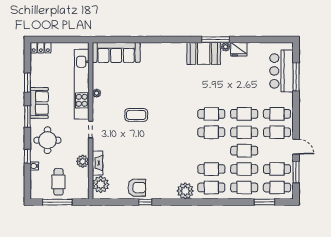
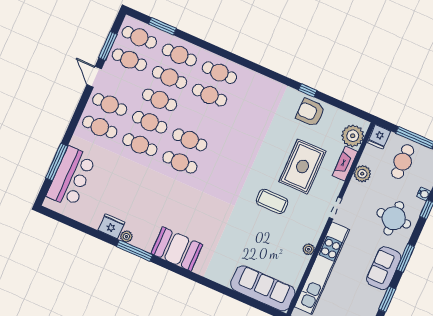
booth: (204, 53) -> (177, 249), moved
rug: (126, 148) -> (303, 166), added
plant: (185, 191) -> (253, 82), removed
fridge: (82, 192) -> (379, 137), added

